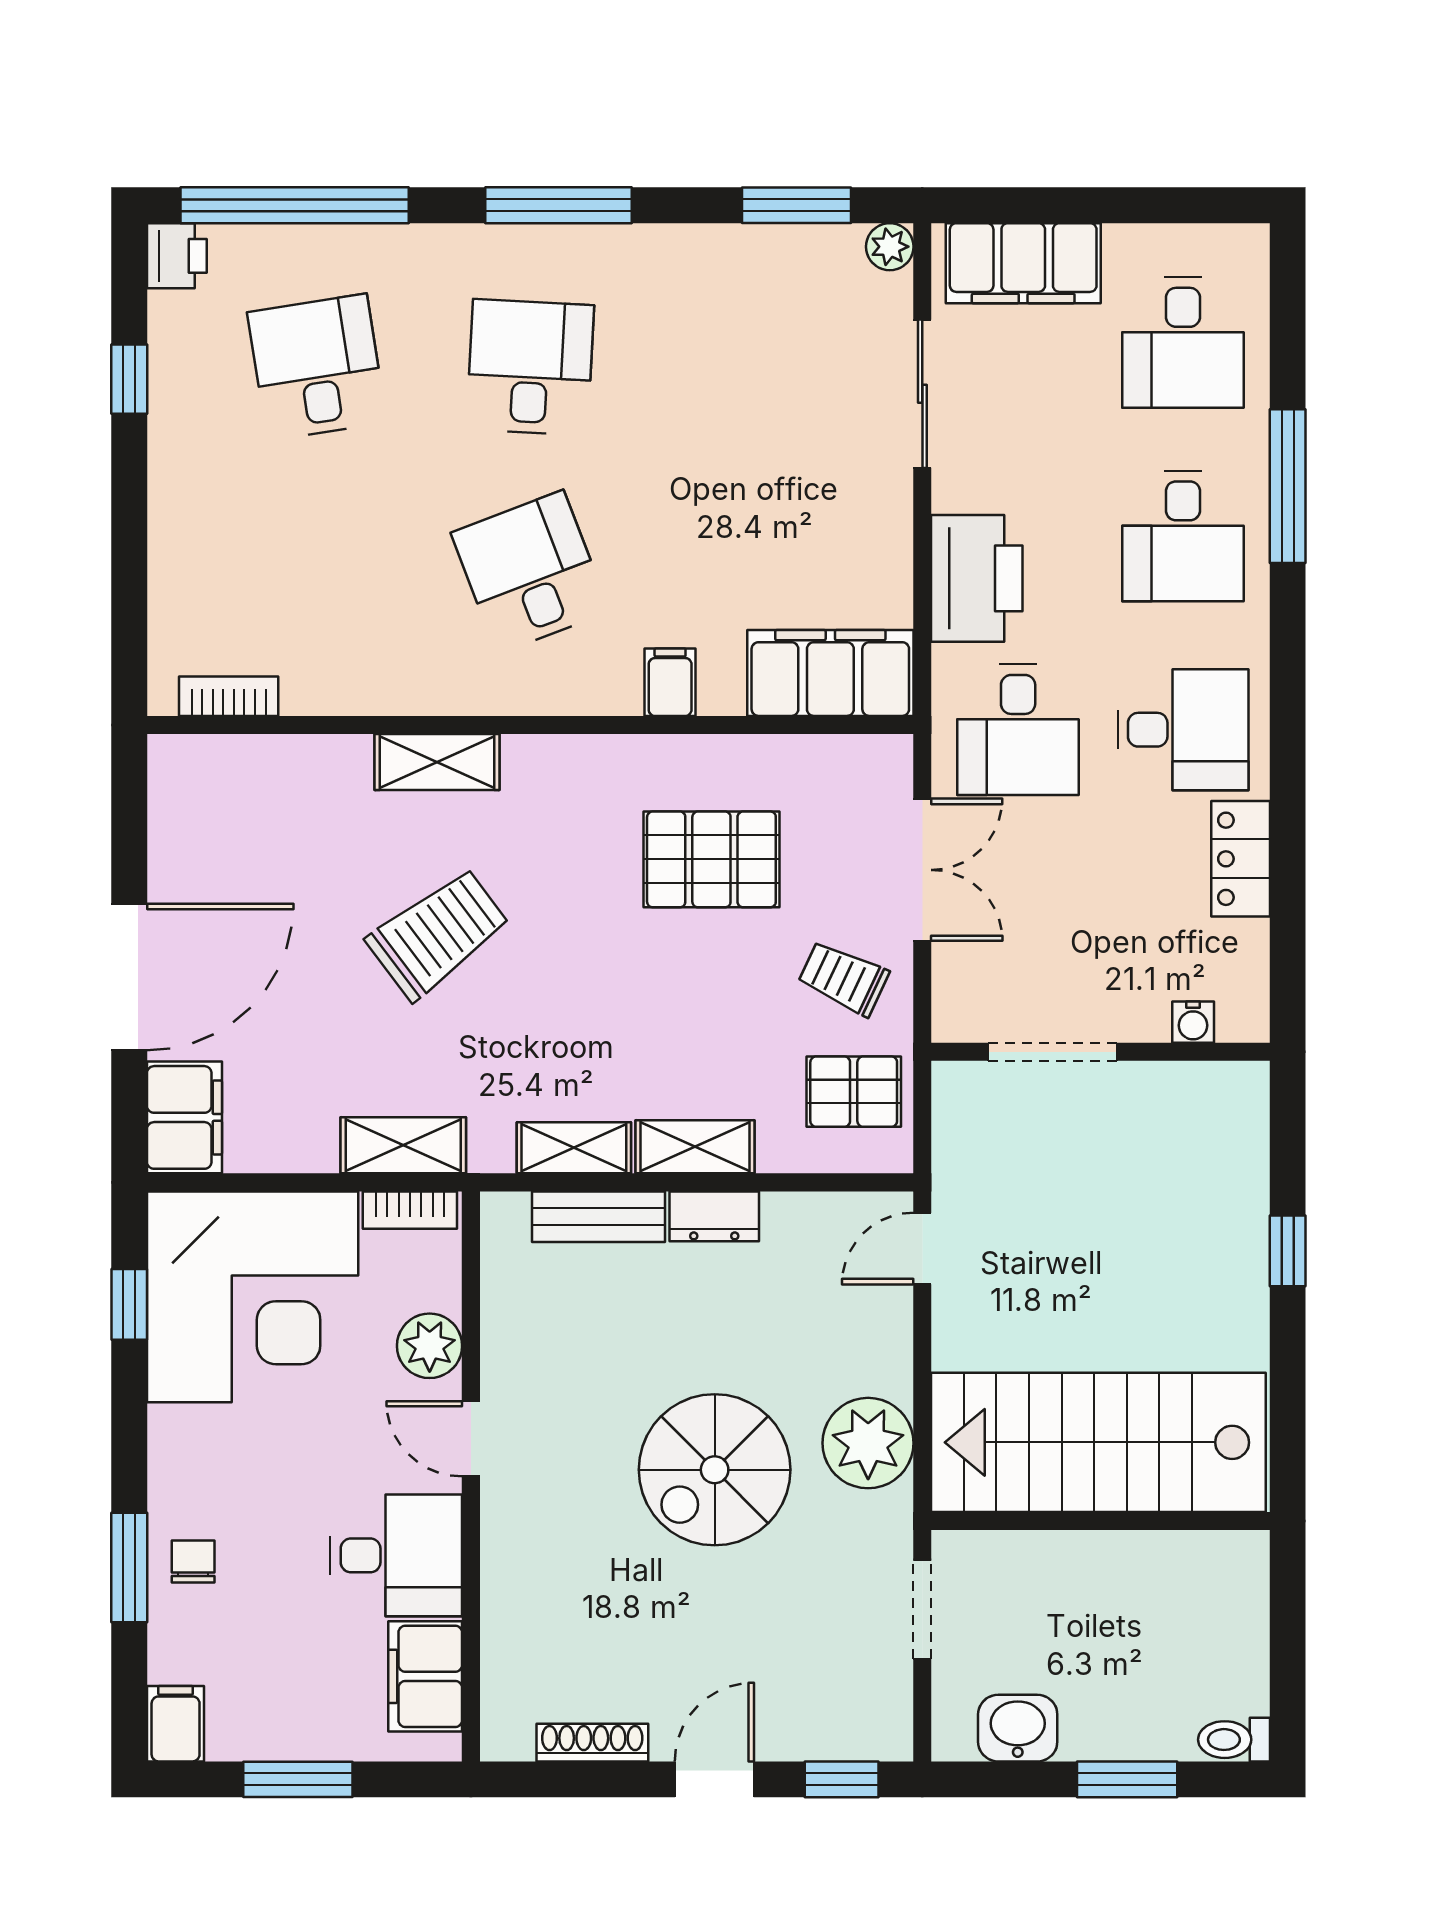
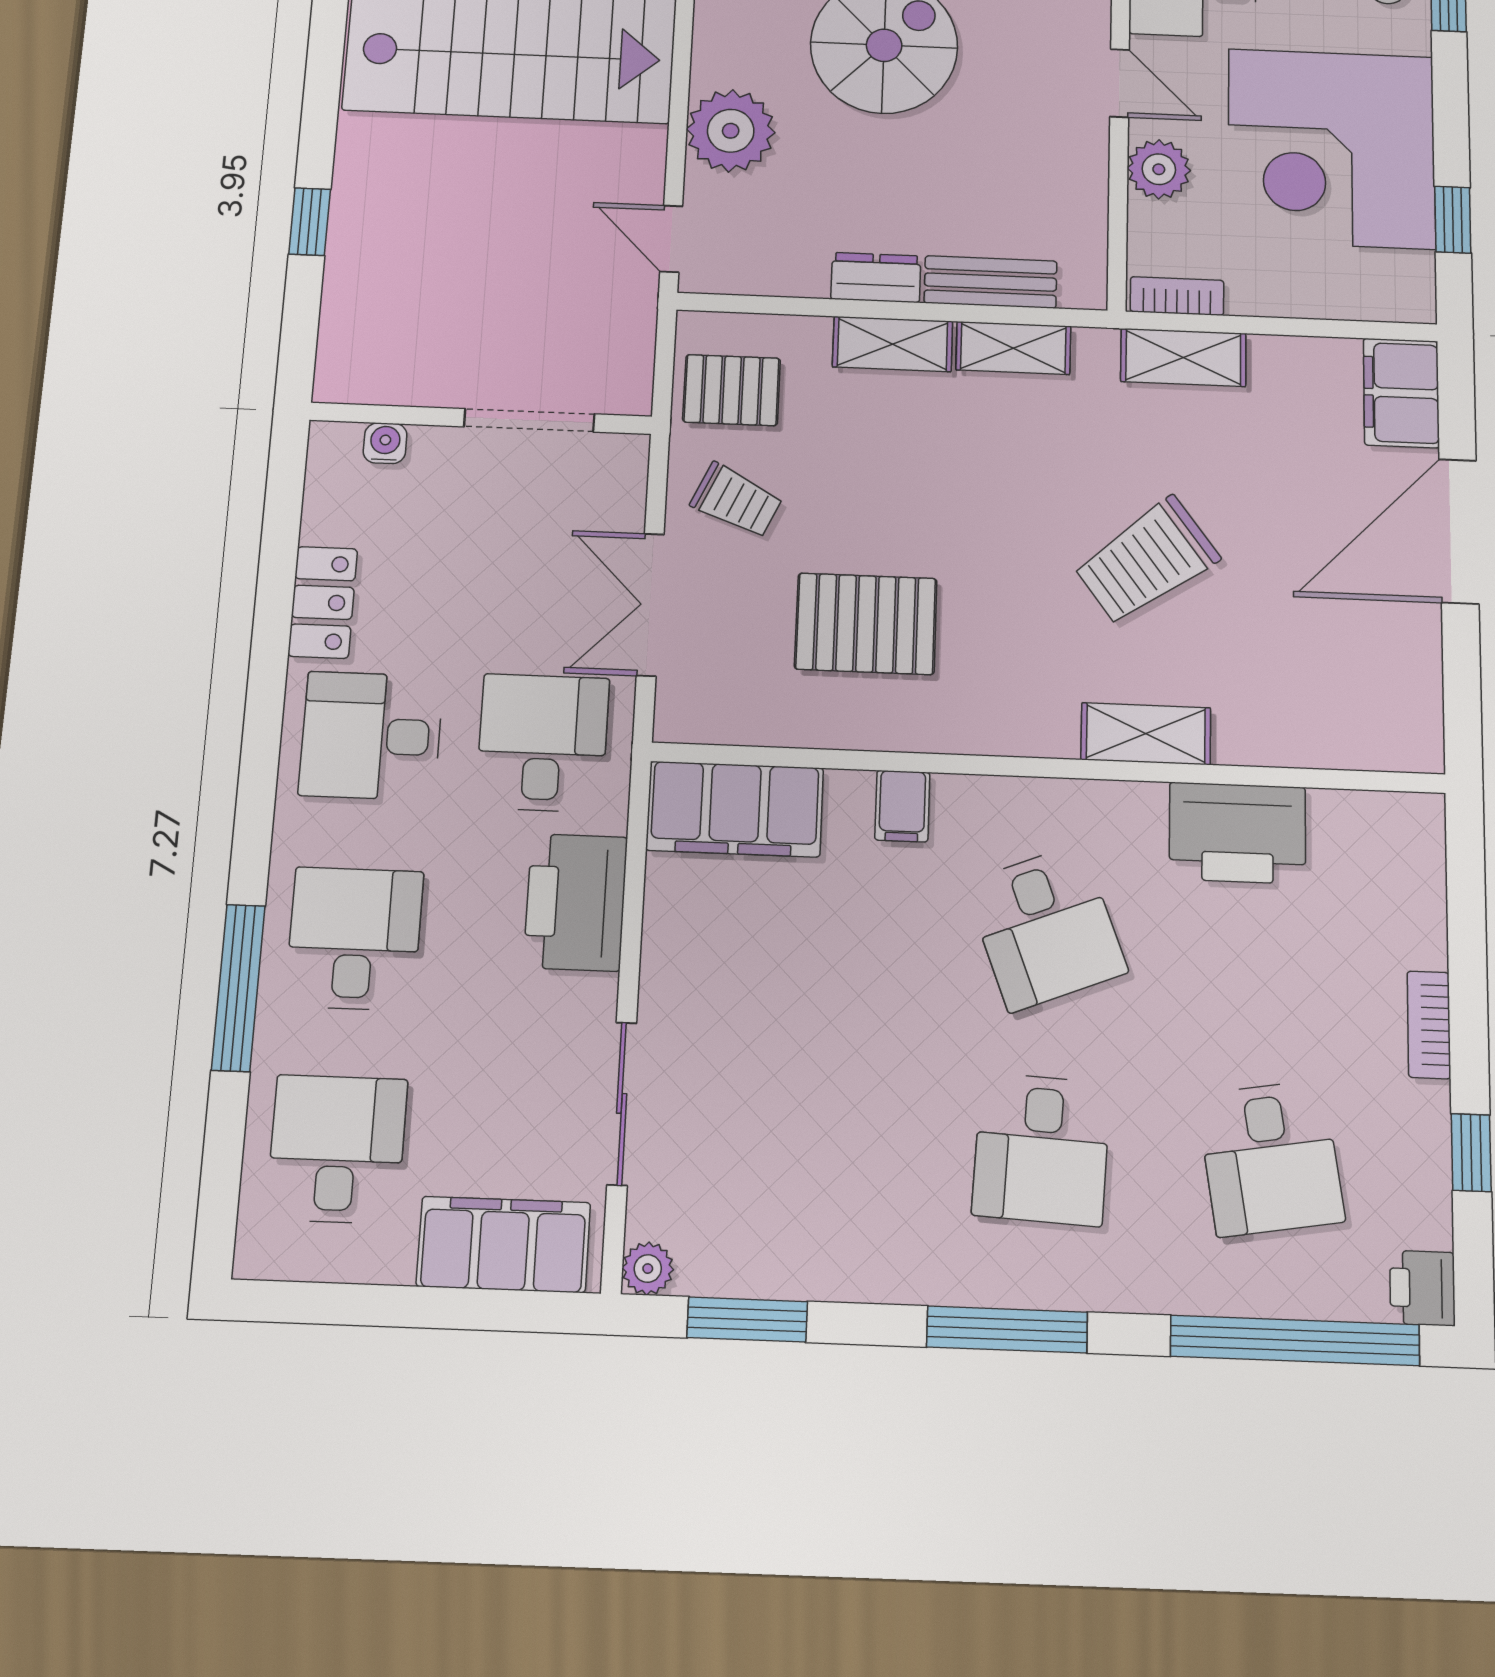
printer: (348, 669) -> (1237, 833), added
bookcase: (229, 696) -> (1429, 1025), moved, turned 90
door: (922, 1249) -> (671, 239), swing flipped
corner desk: (253, 1297) -> (1331, 148), moved, turned -90
plant: (868, 1443) -> (731, 131), moved

